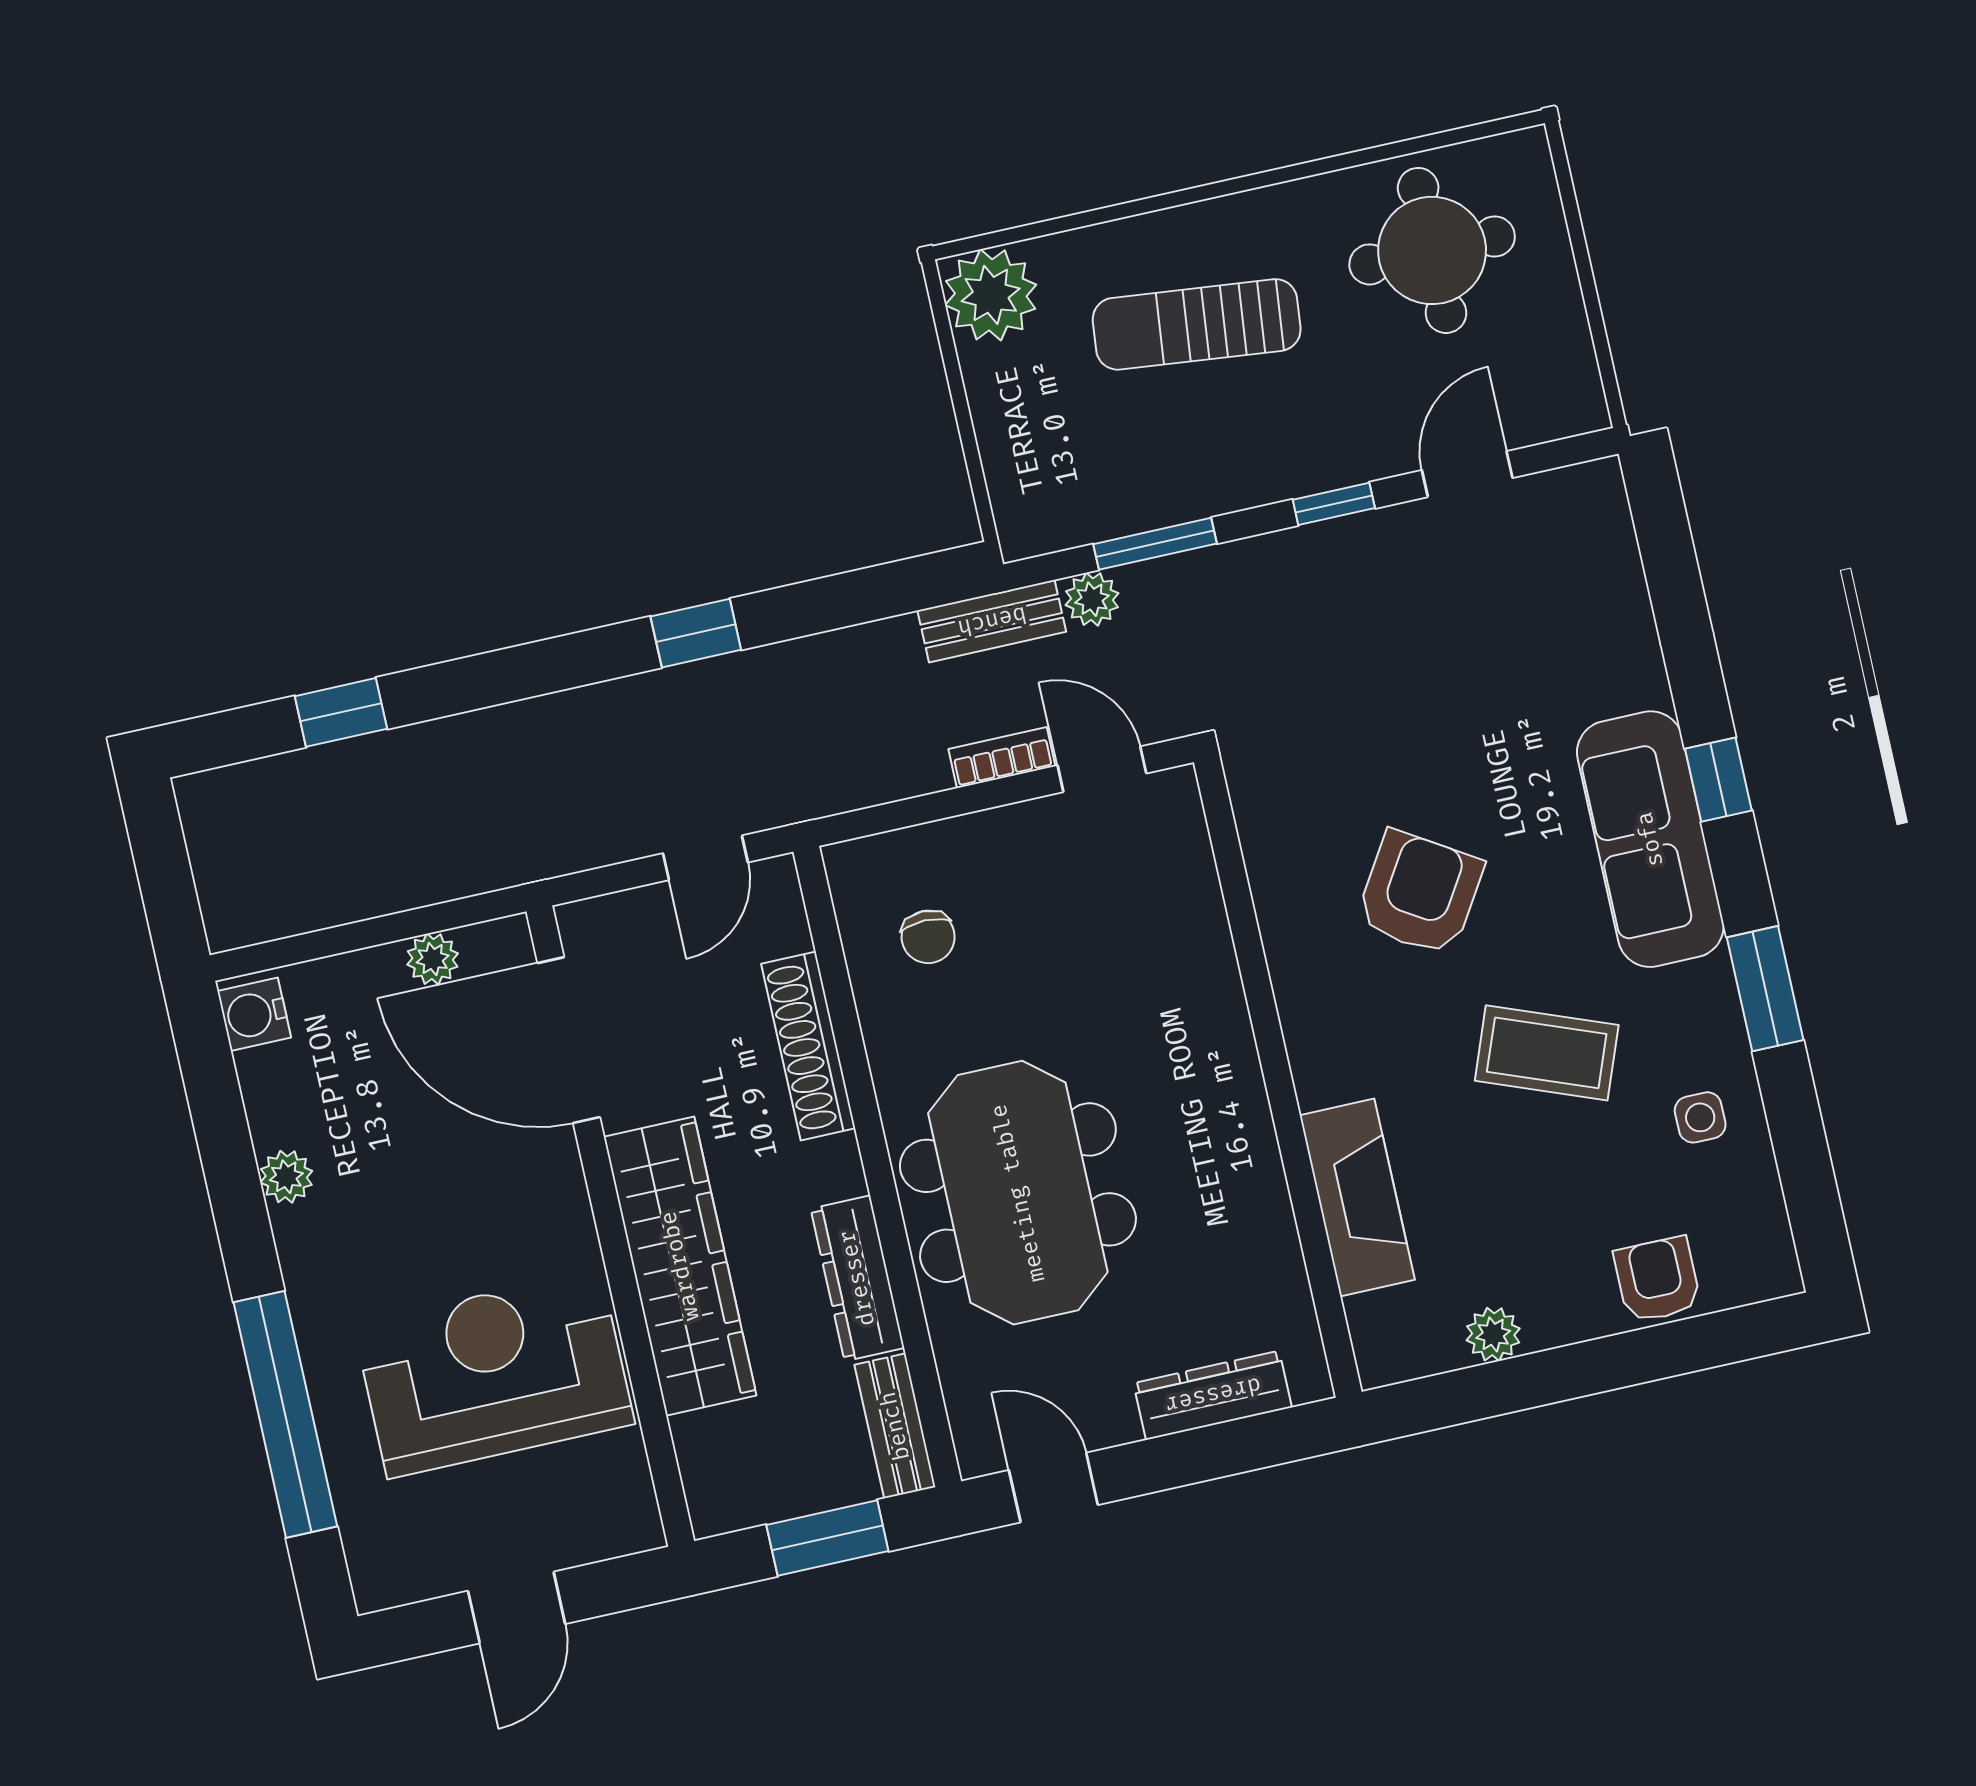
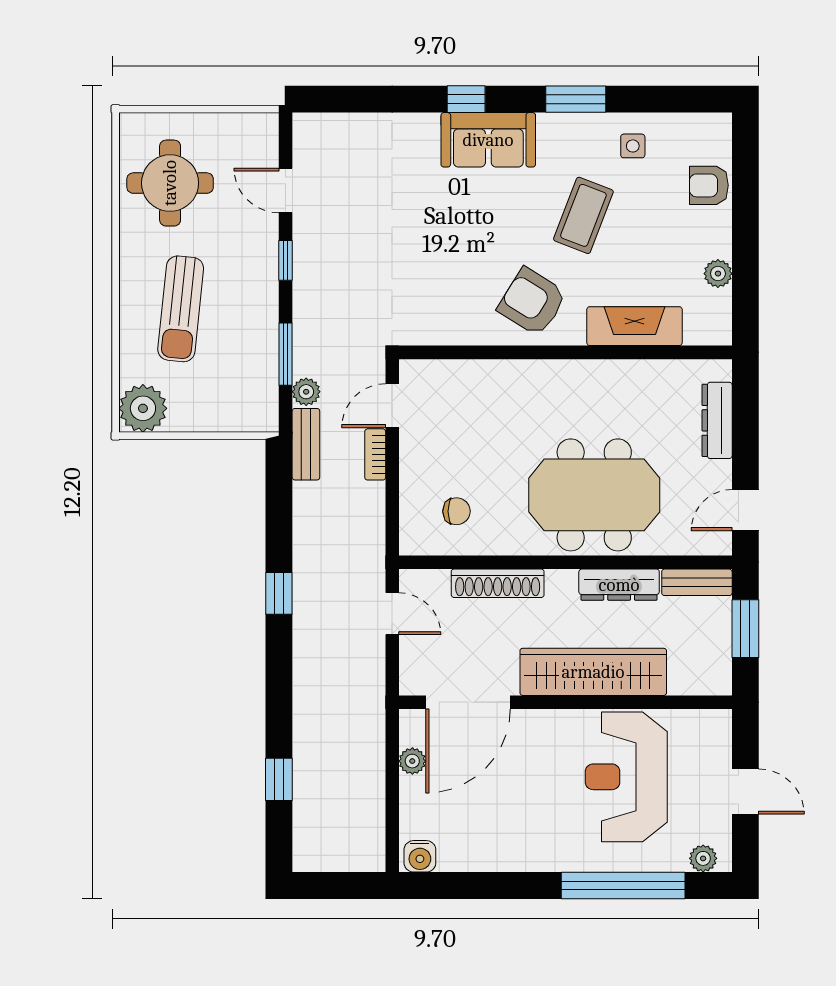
sofa: (1650, 839) -> (488, 140), width x0.73
armchair: (1420, 893) -> (532, 302), moved
plant: (286, 1177) -> (703, 858), moved

